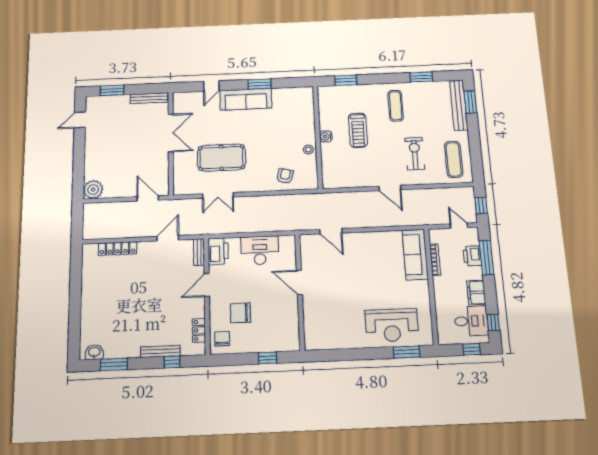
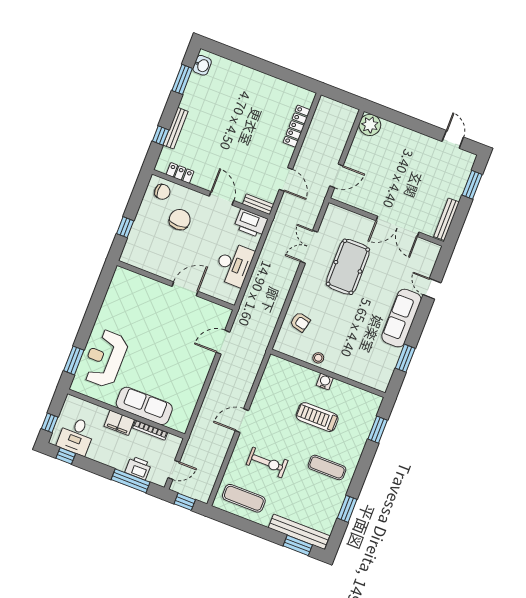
window: (259, 84) -> (405, 358), moved
sofa: (415, 255) -> (144, 406), moved
filing cabinet: (476, 293) -> (119, 423), moved, turned 180

